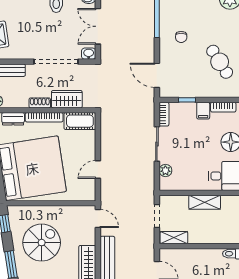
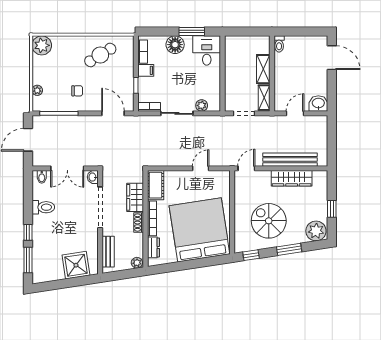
door: (157, 75) -> (113, 113), swing flipped
door: (98, 169) -> (201, 168), swing flipped
shelving: (205, 202) -> (263, 69), moved

